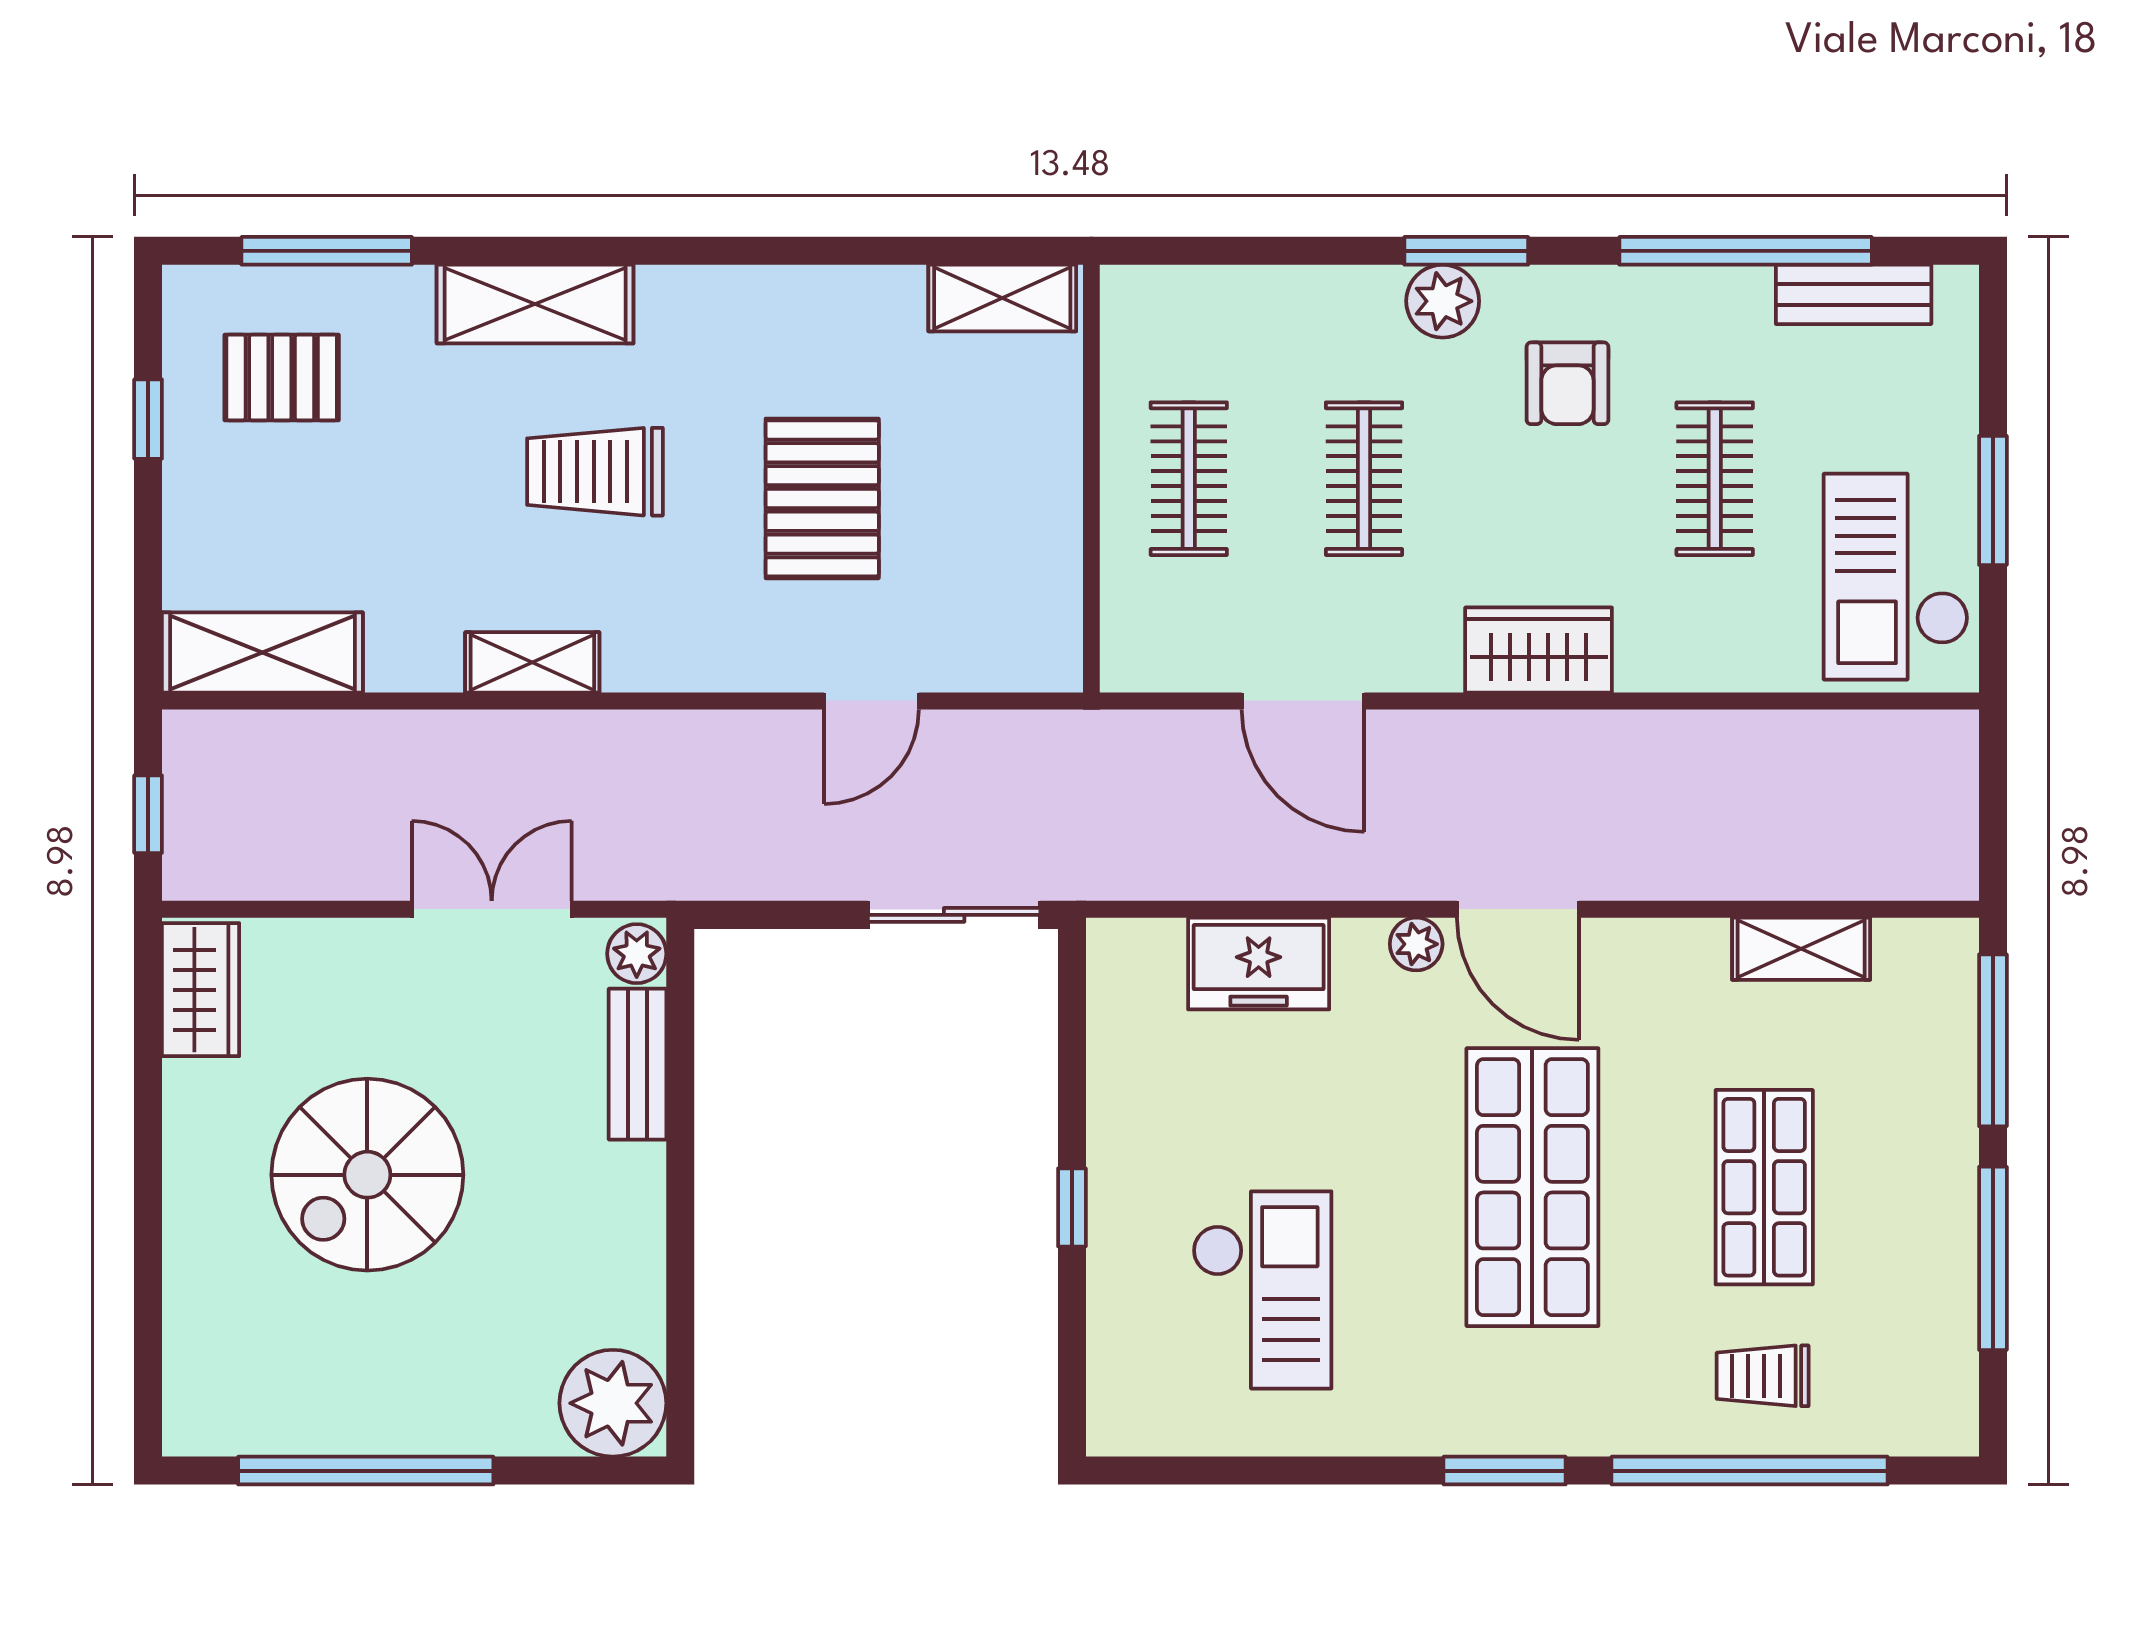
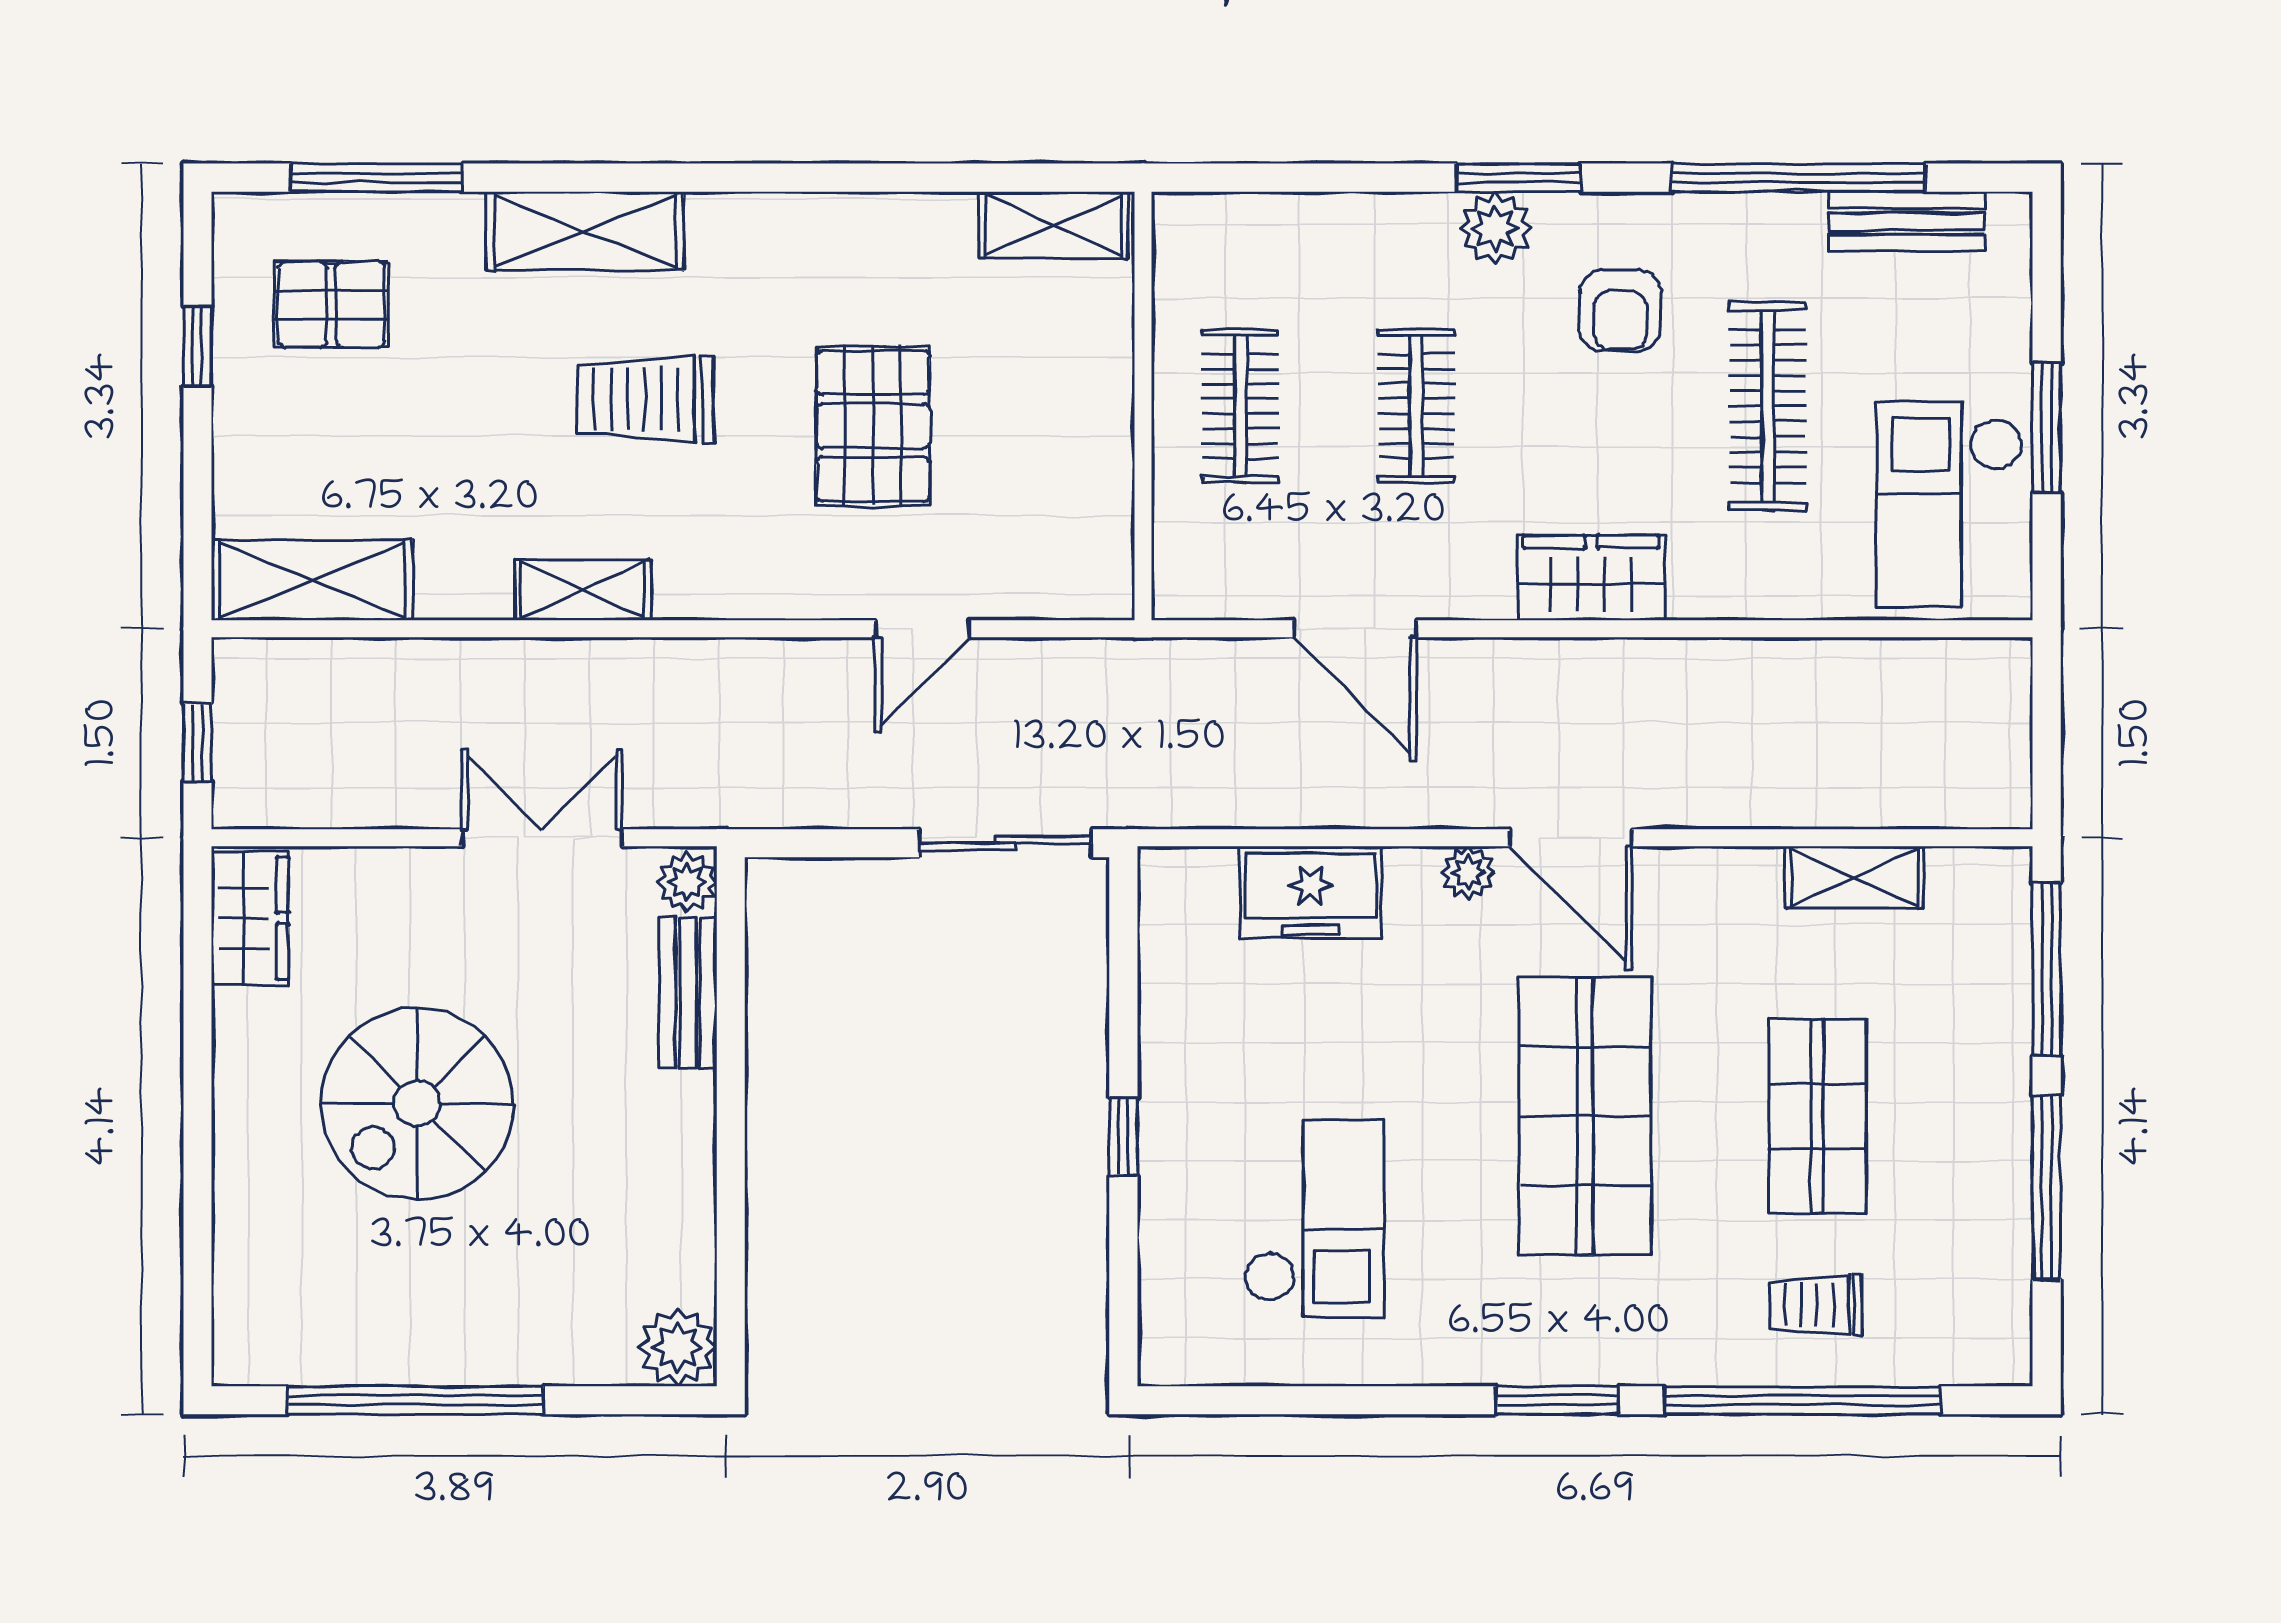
clothes rail: (1715, 479) -> (1768, 406), width x1.36
plant: (613, 1403) -> (678, 1347), width x0.73, depth x0.73

